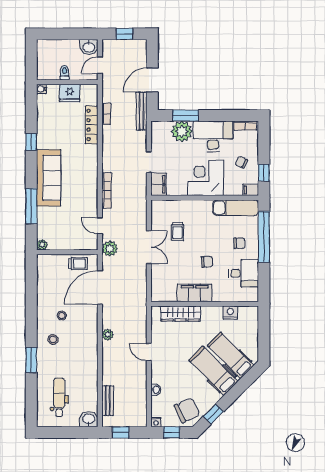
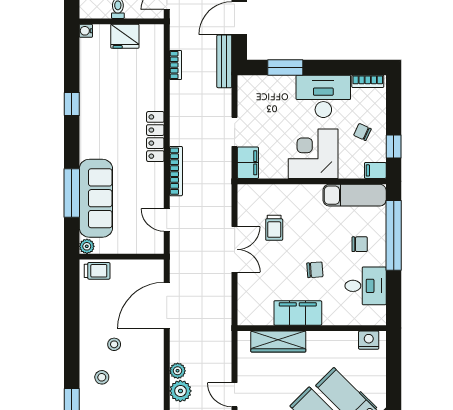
locker: (92, 125) -> (155, 137), moved
plant: (182, 131) -> (280, 90), removed
sofa: (49, 178) -> (96, 198), moved
plant: (110, 249) -> (180, 391), moved
trolley: (78, 264) -> (97, 271), moved
nightstand: (230, 313) -> (369, 340), moved

